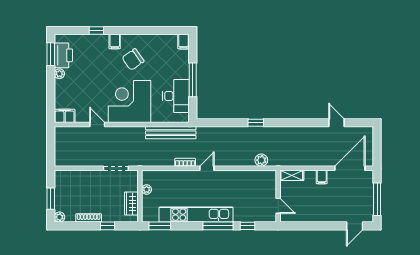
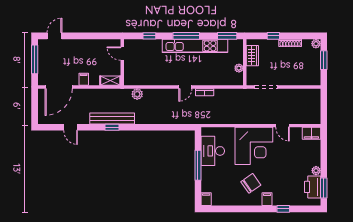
window: (256, 123) -> (112, 127), moved
bench: (171, 133) -> (112, 118), moved
window: (218, 226) -> (186, 36), moved

